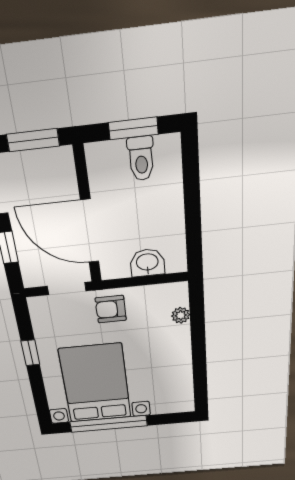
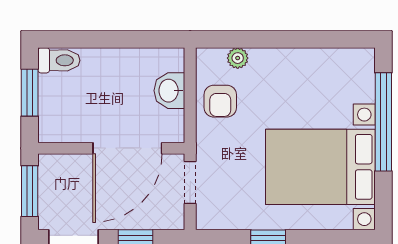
toilet: (141, 159) -> (59, 60), moved
armchair: (111, 309) -> (220, 101), moved
window: (109, 424) -> (383, 122), moved

